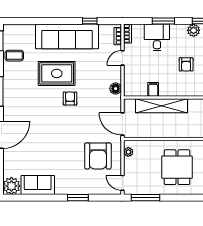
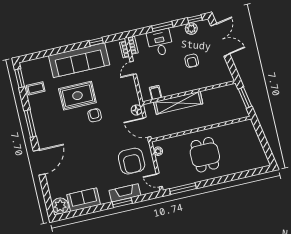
floor lamp: (116, 89) -> (136, 110), moved
filing cabinet: (153, 89) -> (155, 93), moved
fireplace: (83, 188) -> (125, 193), added

